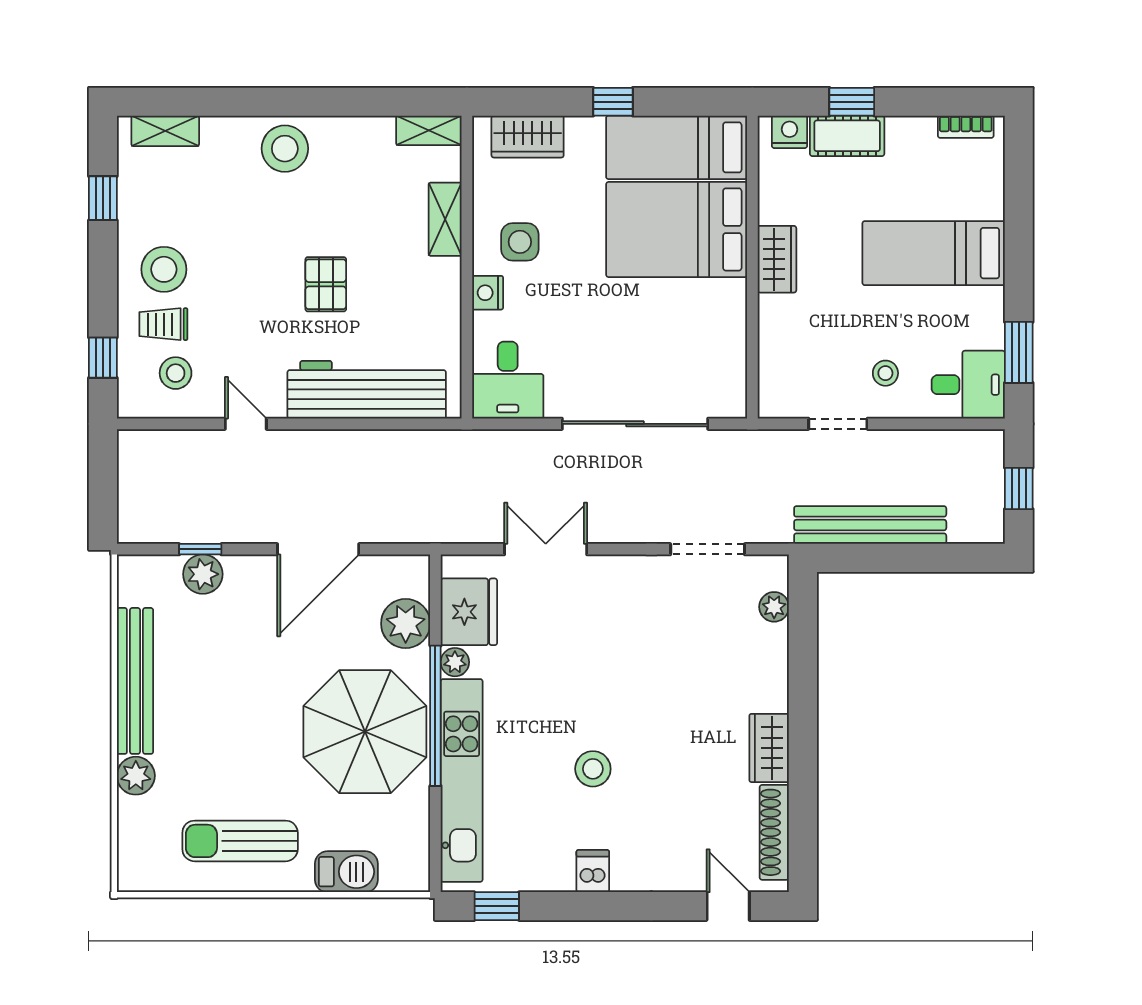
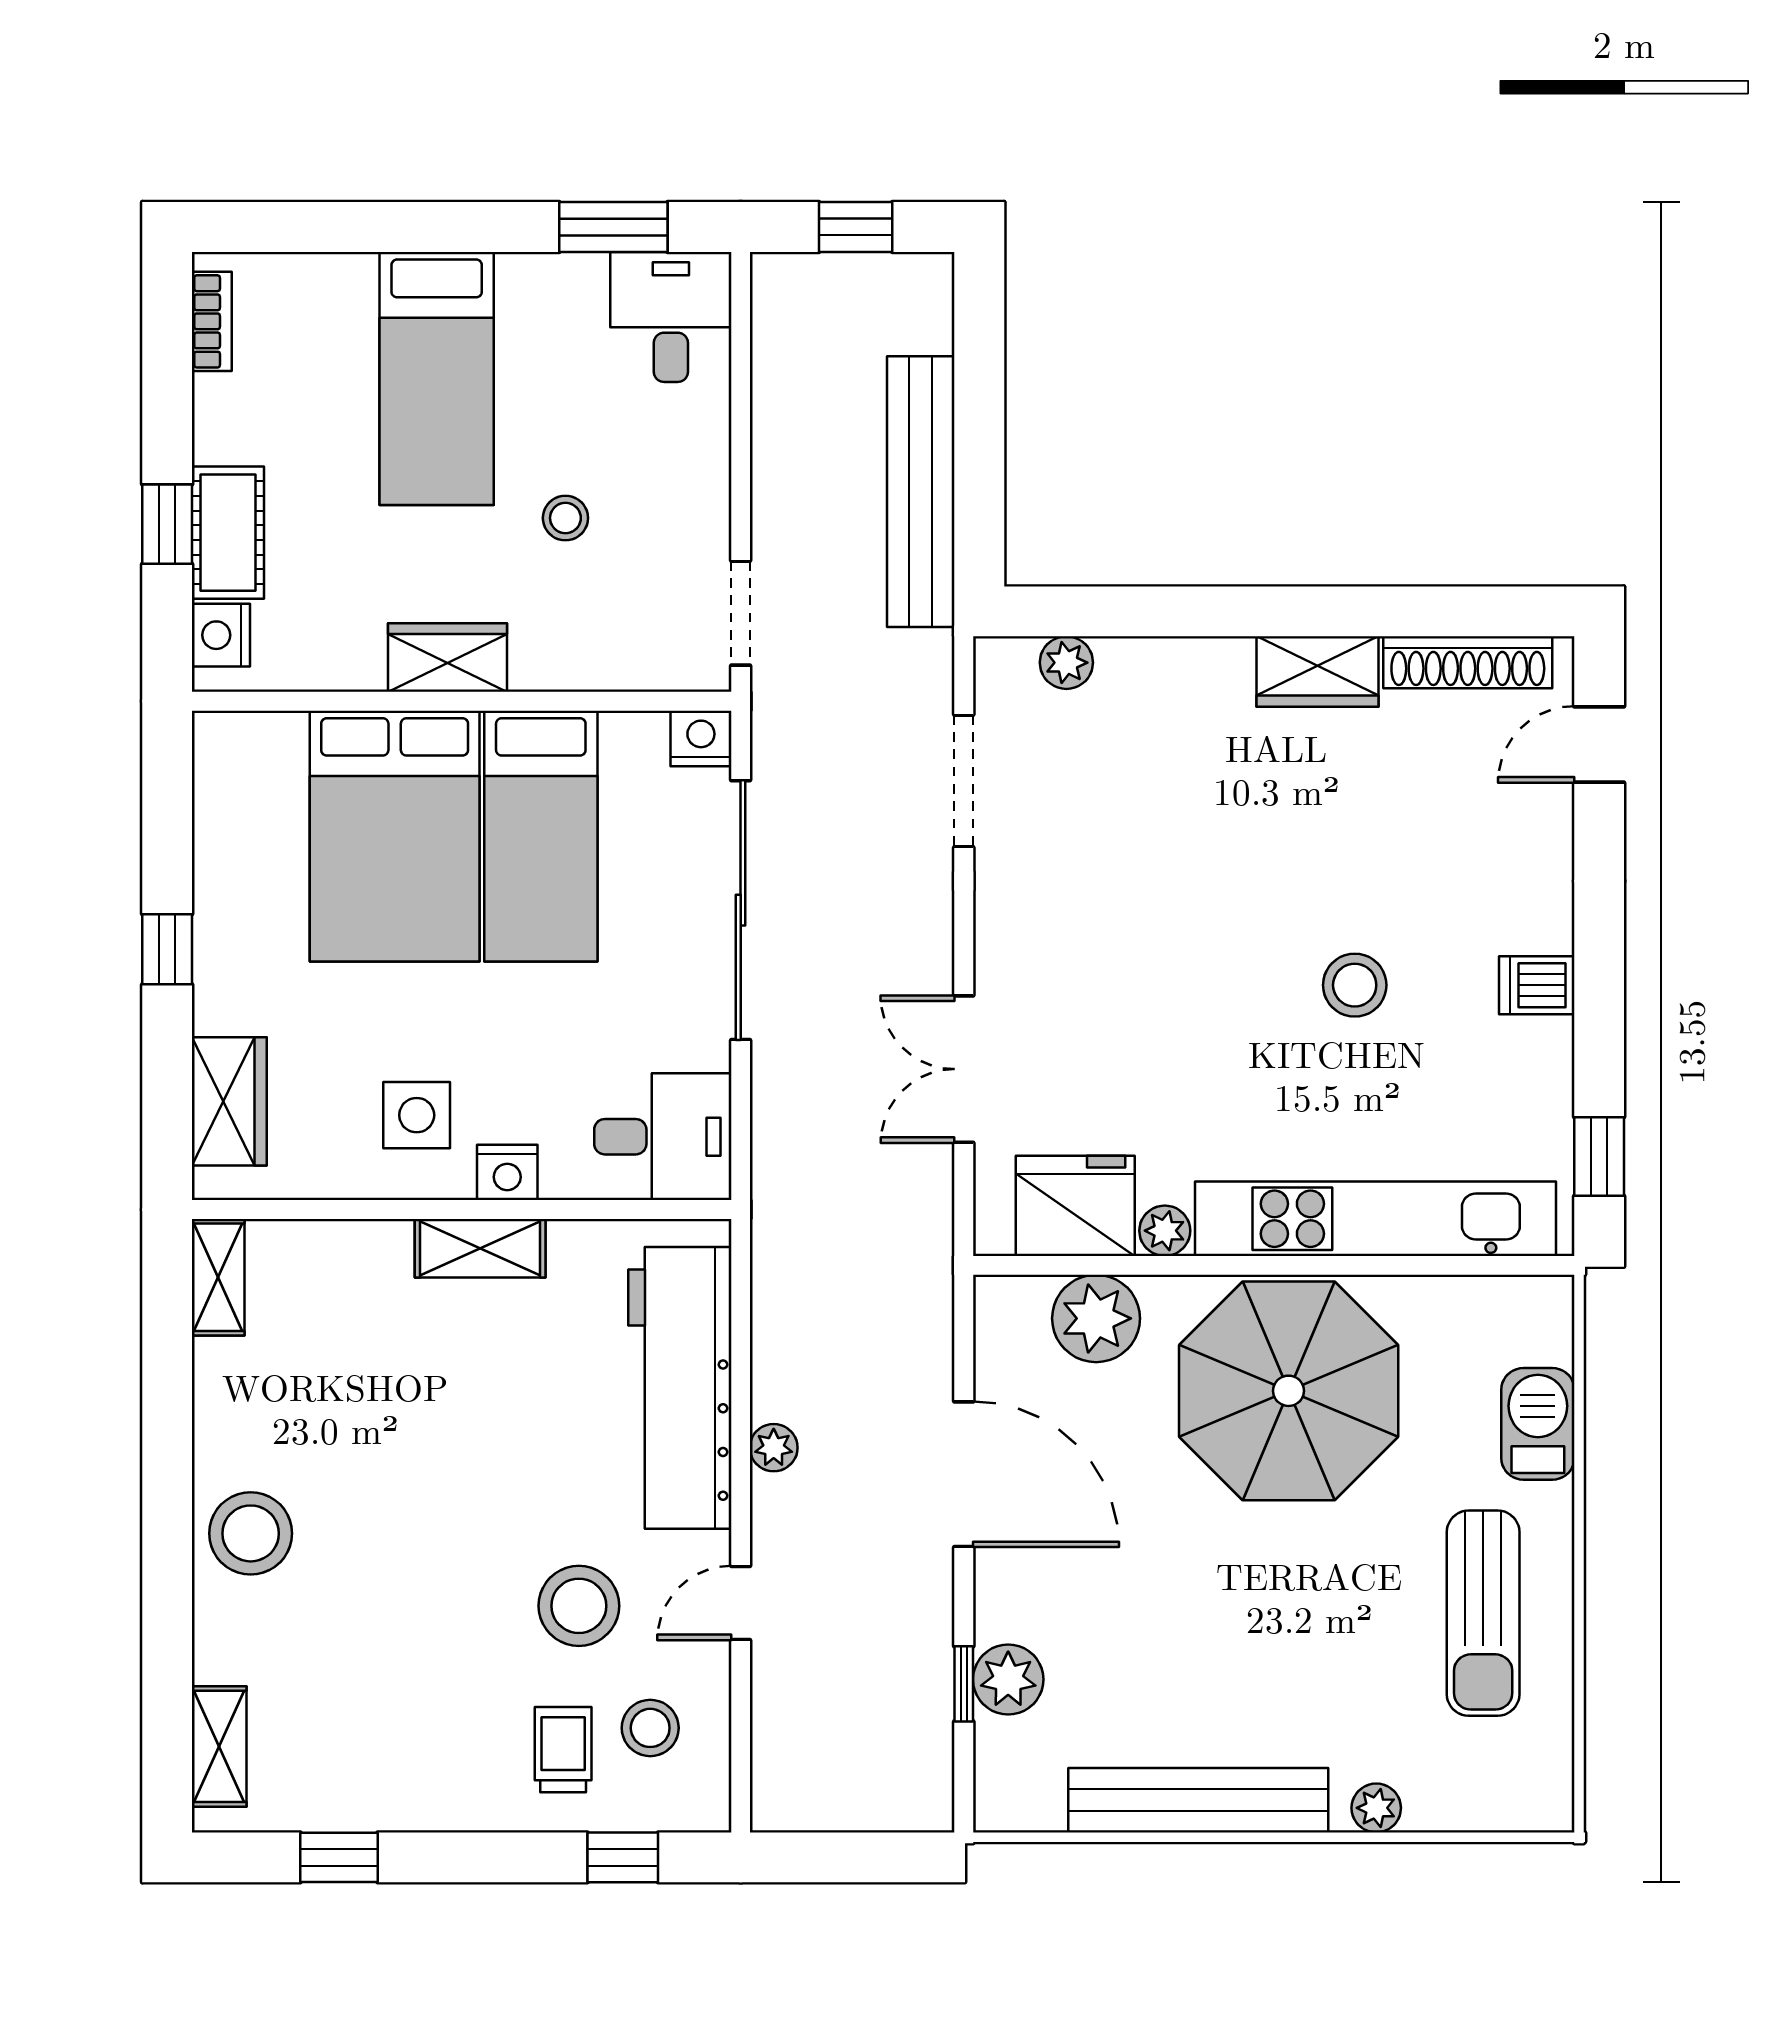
bed: (677, 147) -> (541, 836), moved
shelving: (445, 219) -> (480, 1248), moved
stool: (164, 269) -> (579, 1606), moved
pallet: (326, 284) -> (492, 1461), removed
trolley: (163, 324) -> (563, 1750), turned 180
stool: (885, 373) -> (565, 518), moved
nightstand: (731, 402) -> (701, 738), added
doorway: (838, 424) -> (741, 613), moved
plant: (333, 442) -> (774, 1448), added
window: (435, 716) -> (1260, 1265), removed
plant: (136, 776) -> (1376, 1808), width x0.73, depth x0.73

